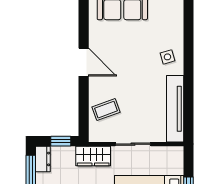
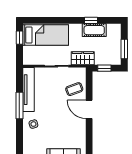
door: (84, 62) -> (89, 109), moved
window: (188, 85) -> (19, 106), added
dresser: (43, 159) -> (116, 56), removed

